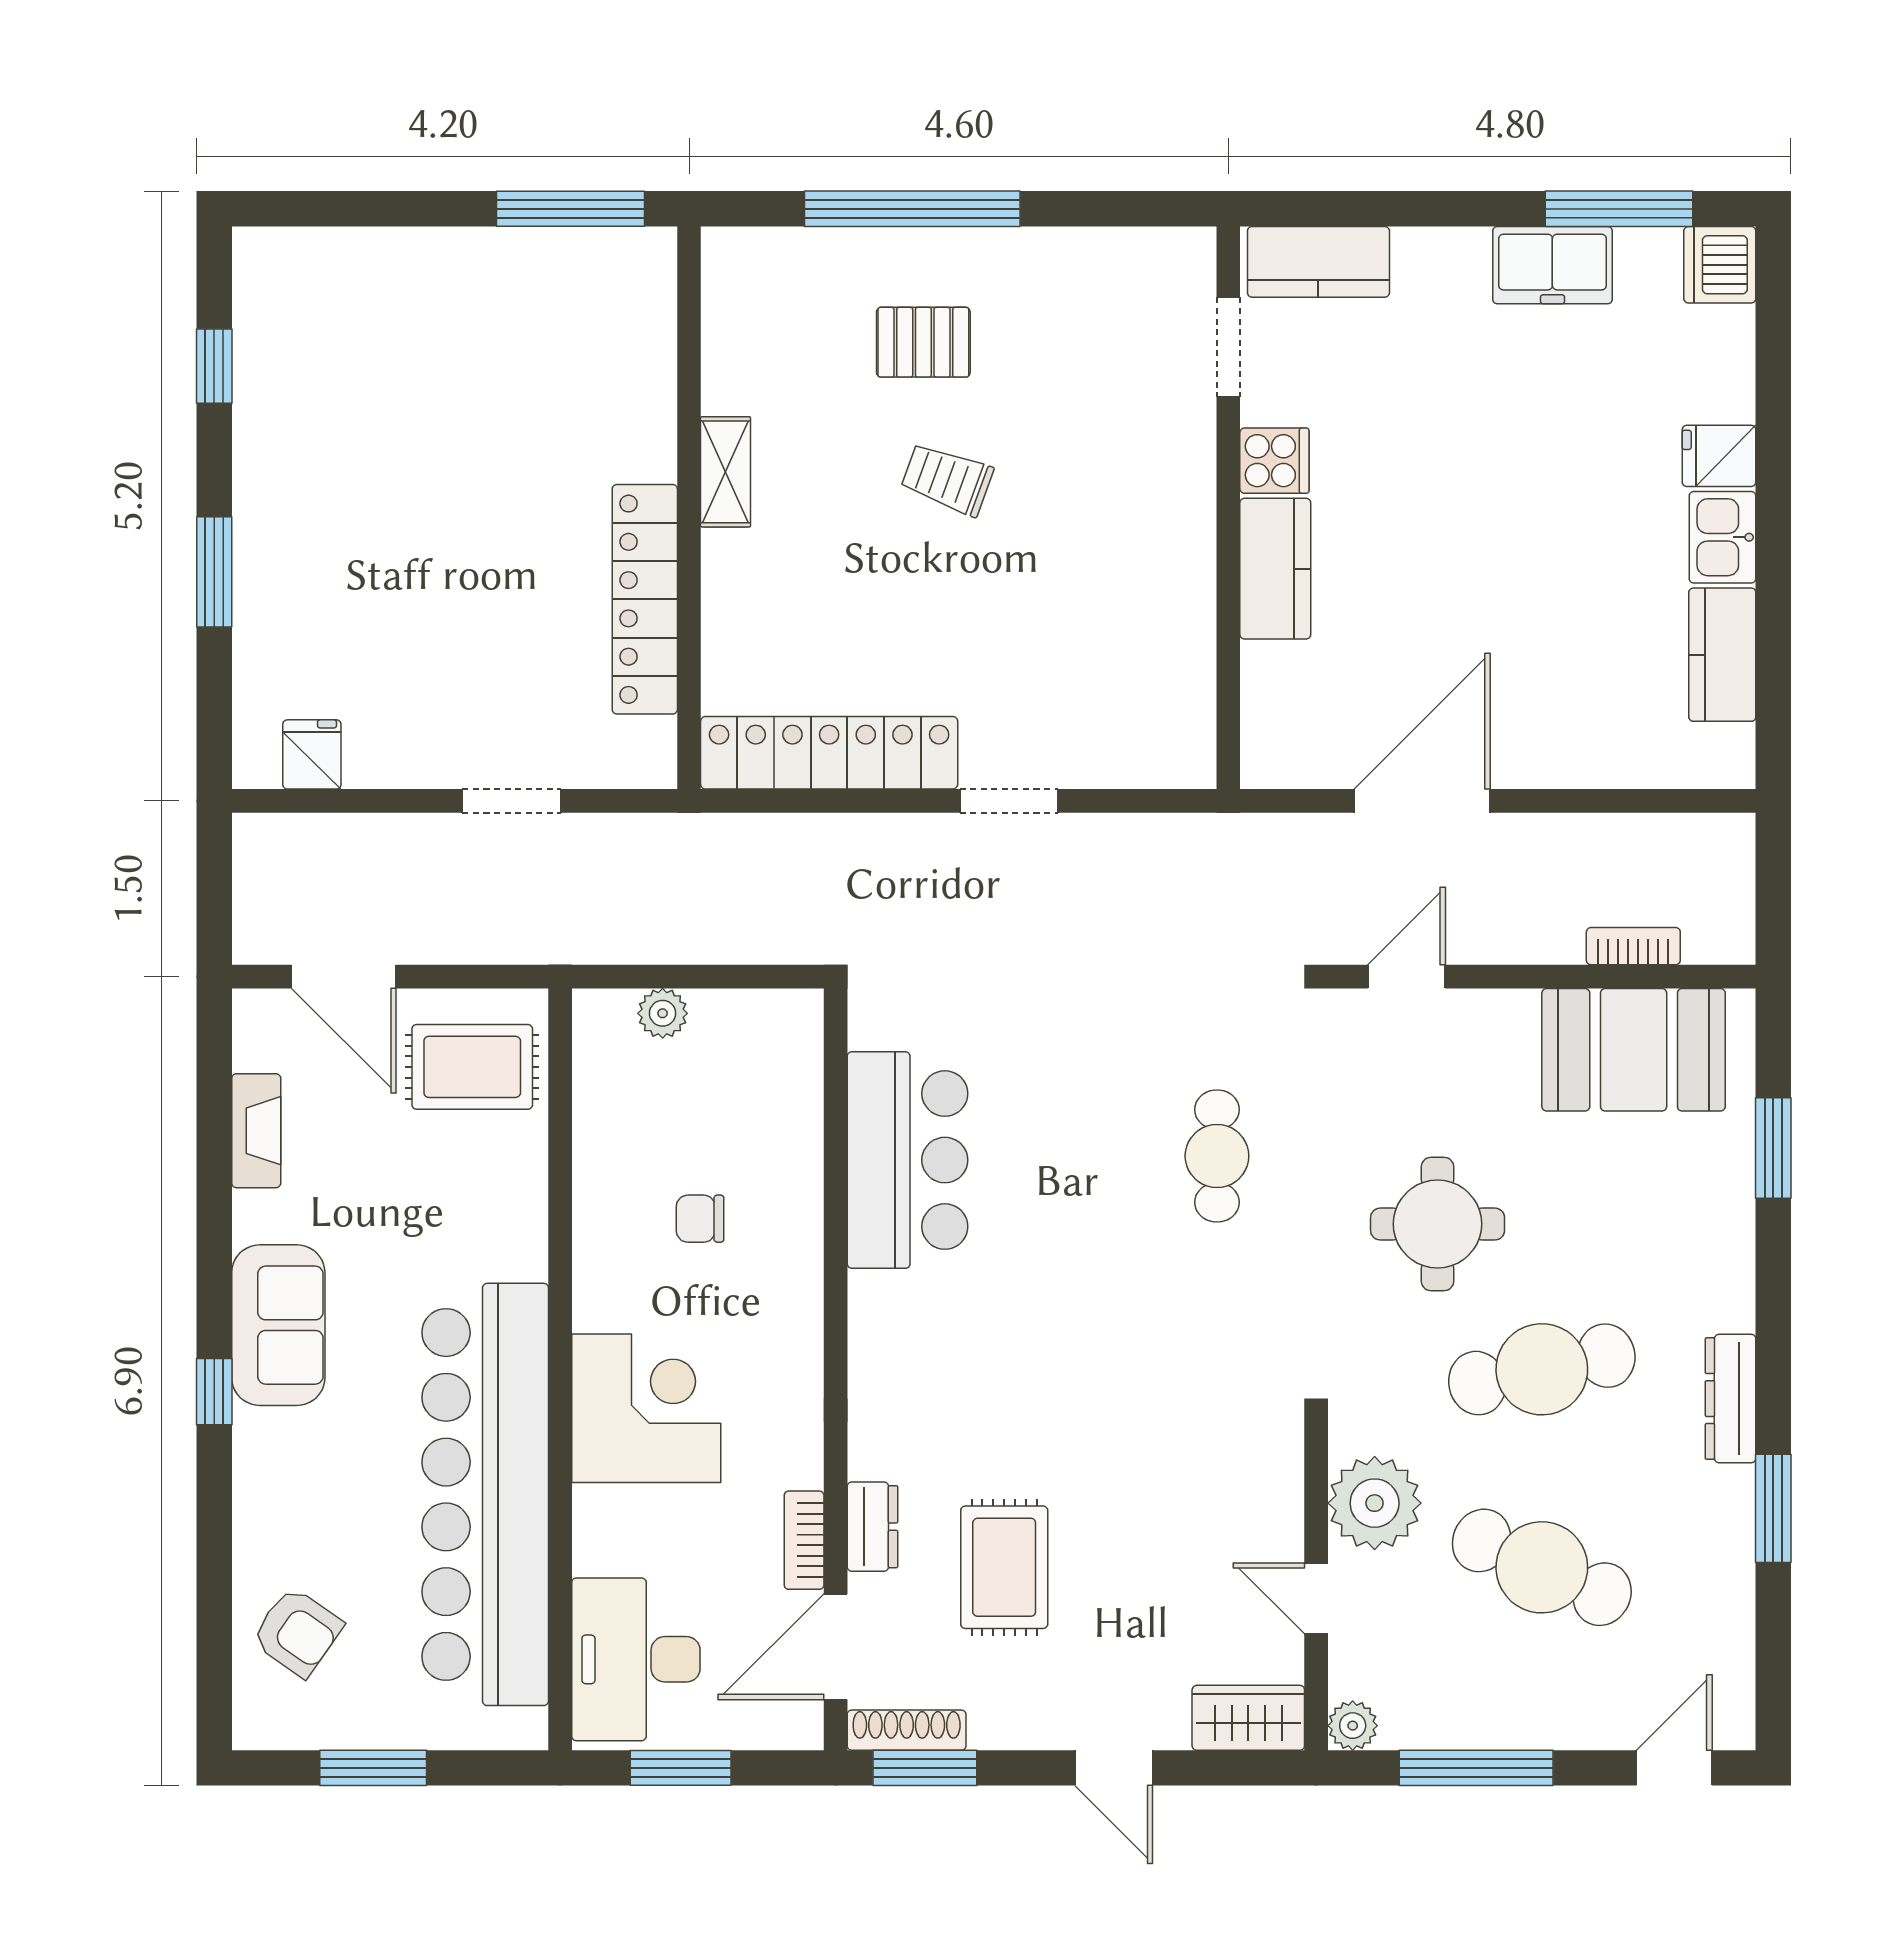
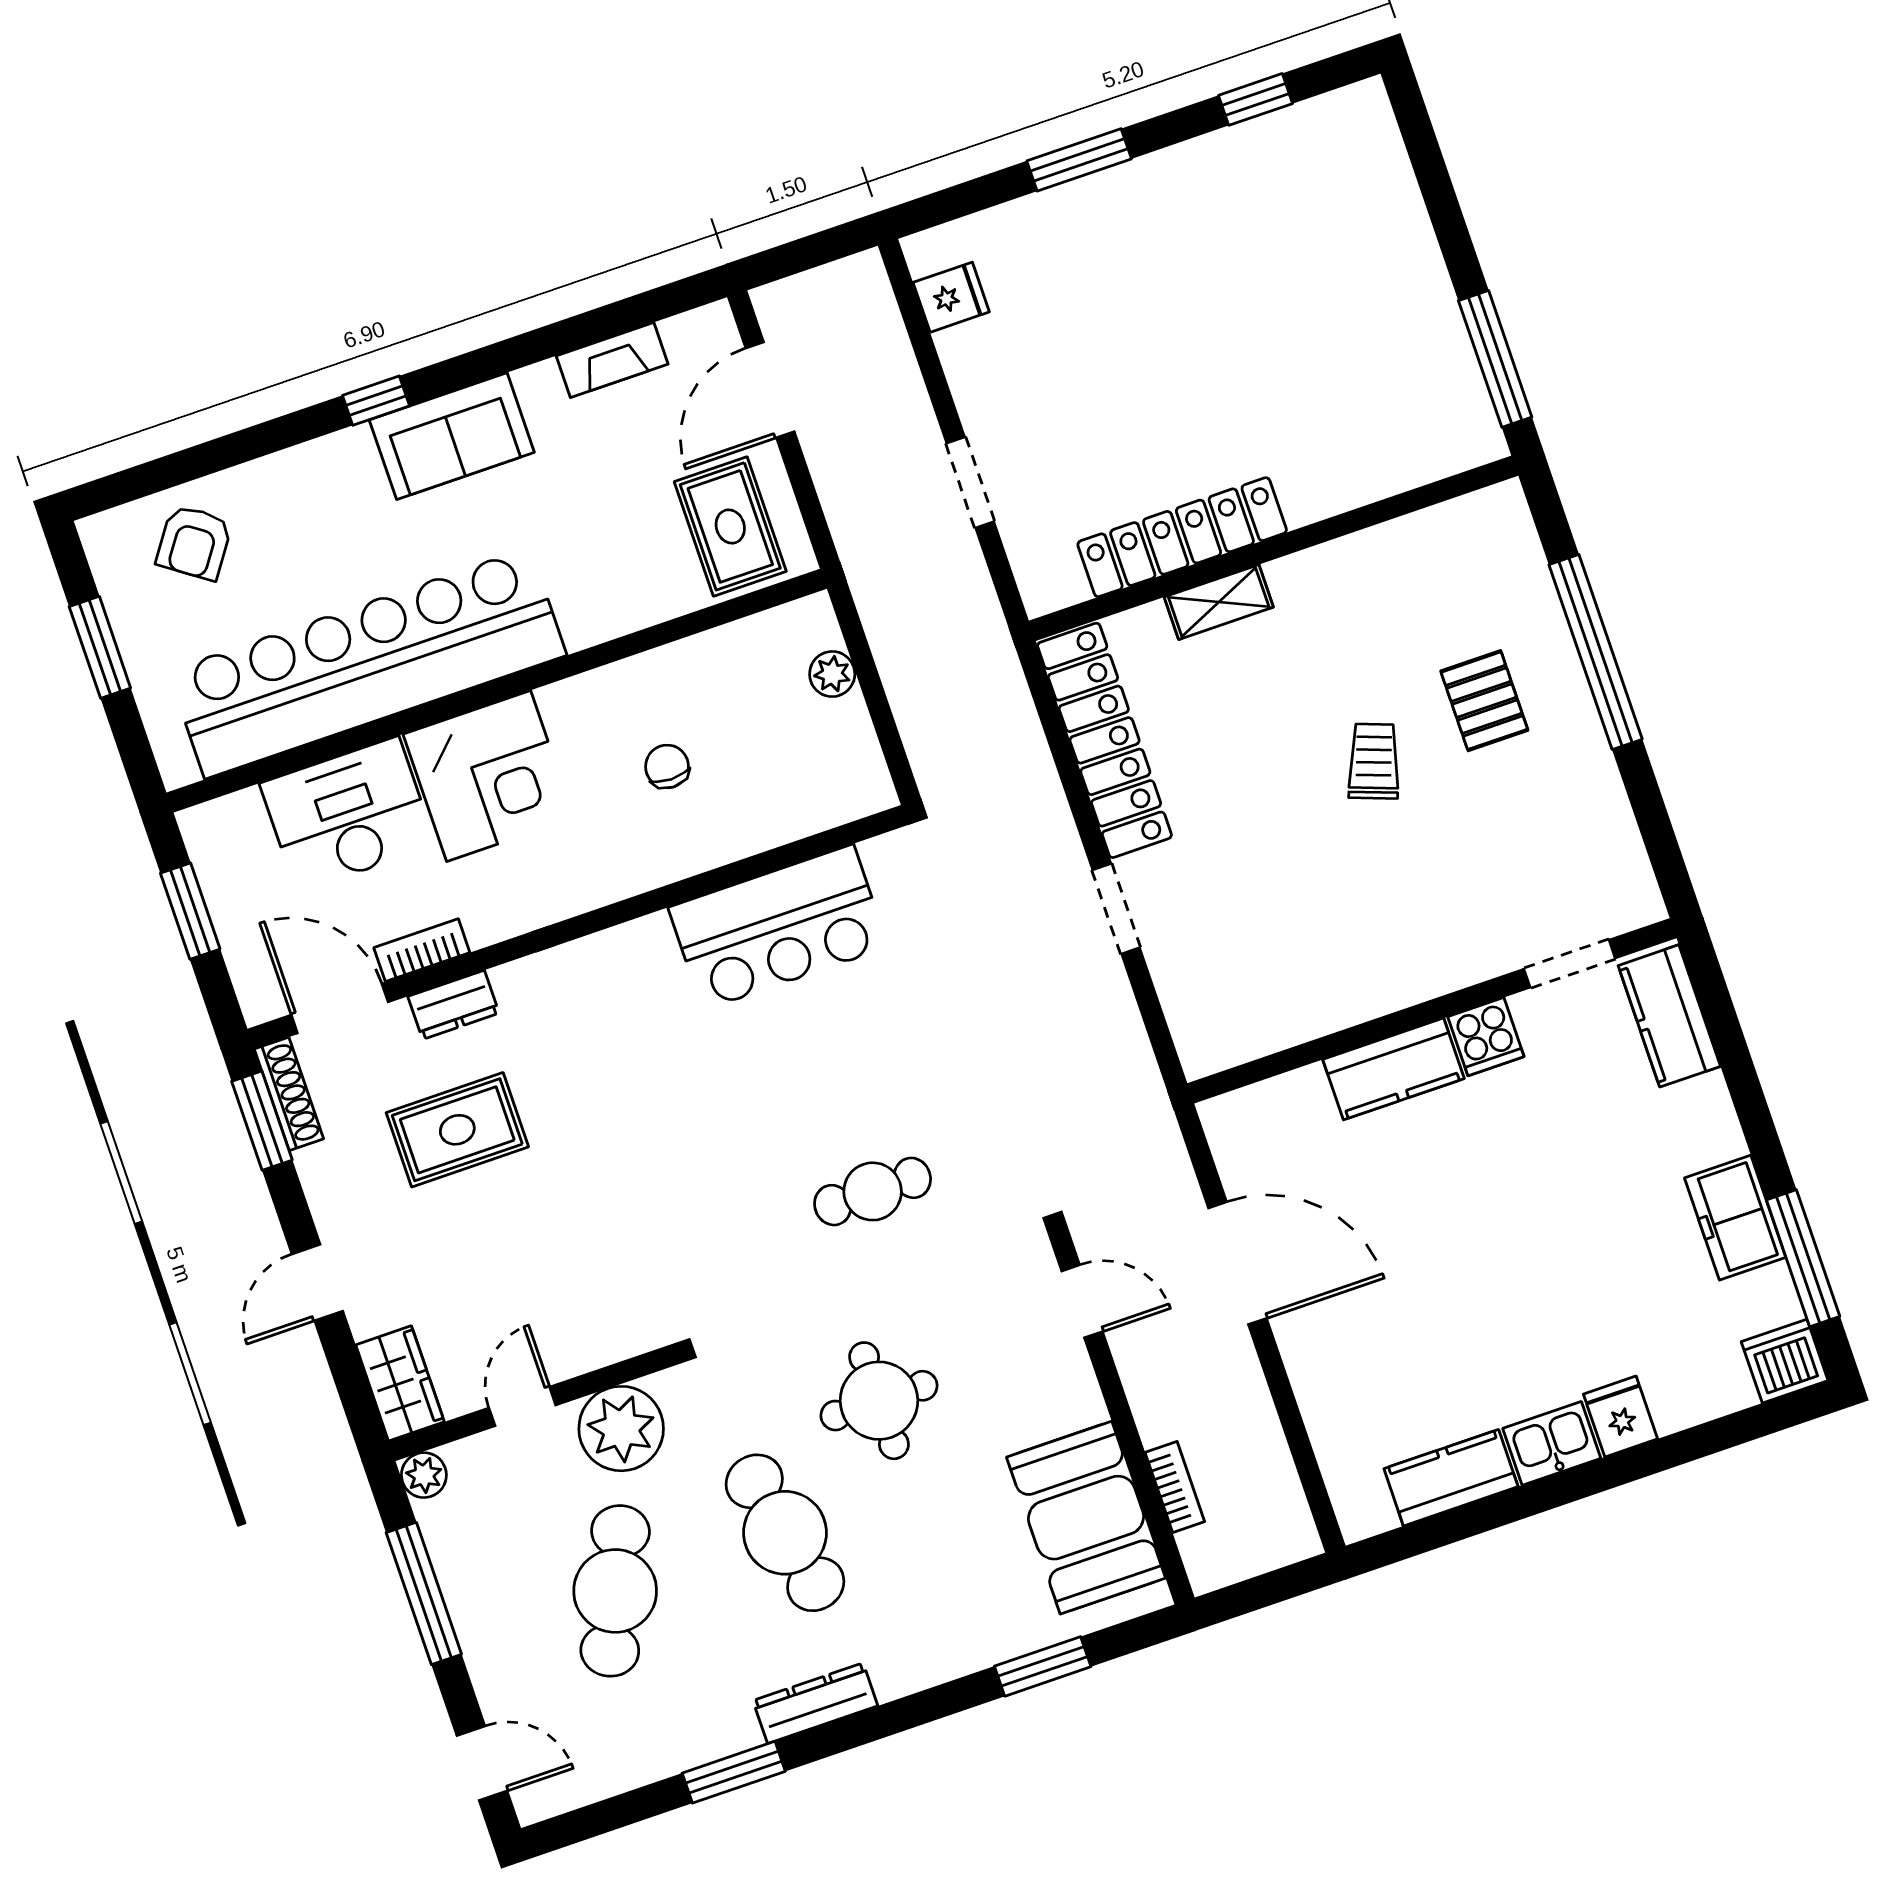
shelving: (726, 472) -> (1219, 602), moved
desk: (636, 1659) -> (348, 814), moved

